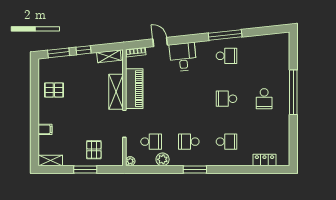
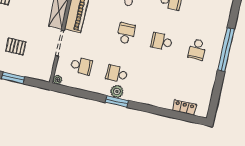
school desk: (226, 142) -> (126, 33), moved, turned -90
pallet: (94, 150) -> (16, 46), moved, turned 90
plant: (163, 159) -> (117, 91), moved

